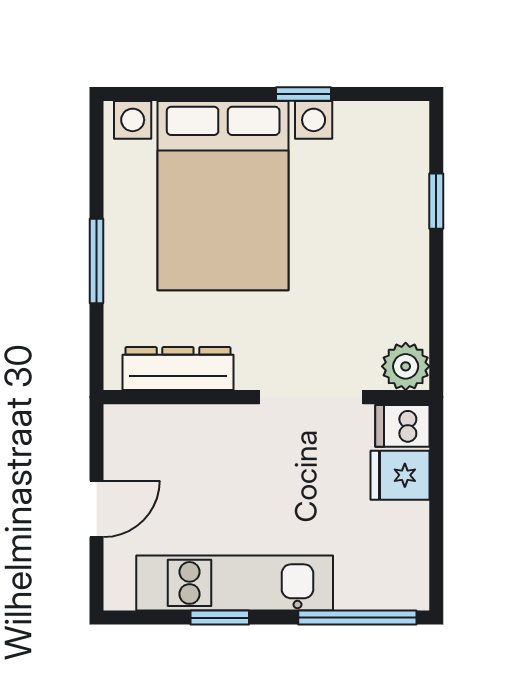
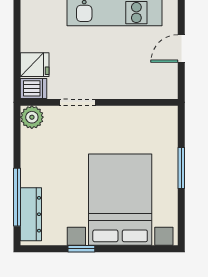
window: (436, 201) -> (17, 197), width x2.17
dresser: (178, 369) -> (31, 214), moved, turned -90
doorway: (311, 397) -> (78, 102), width x0.73

